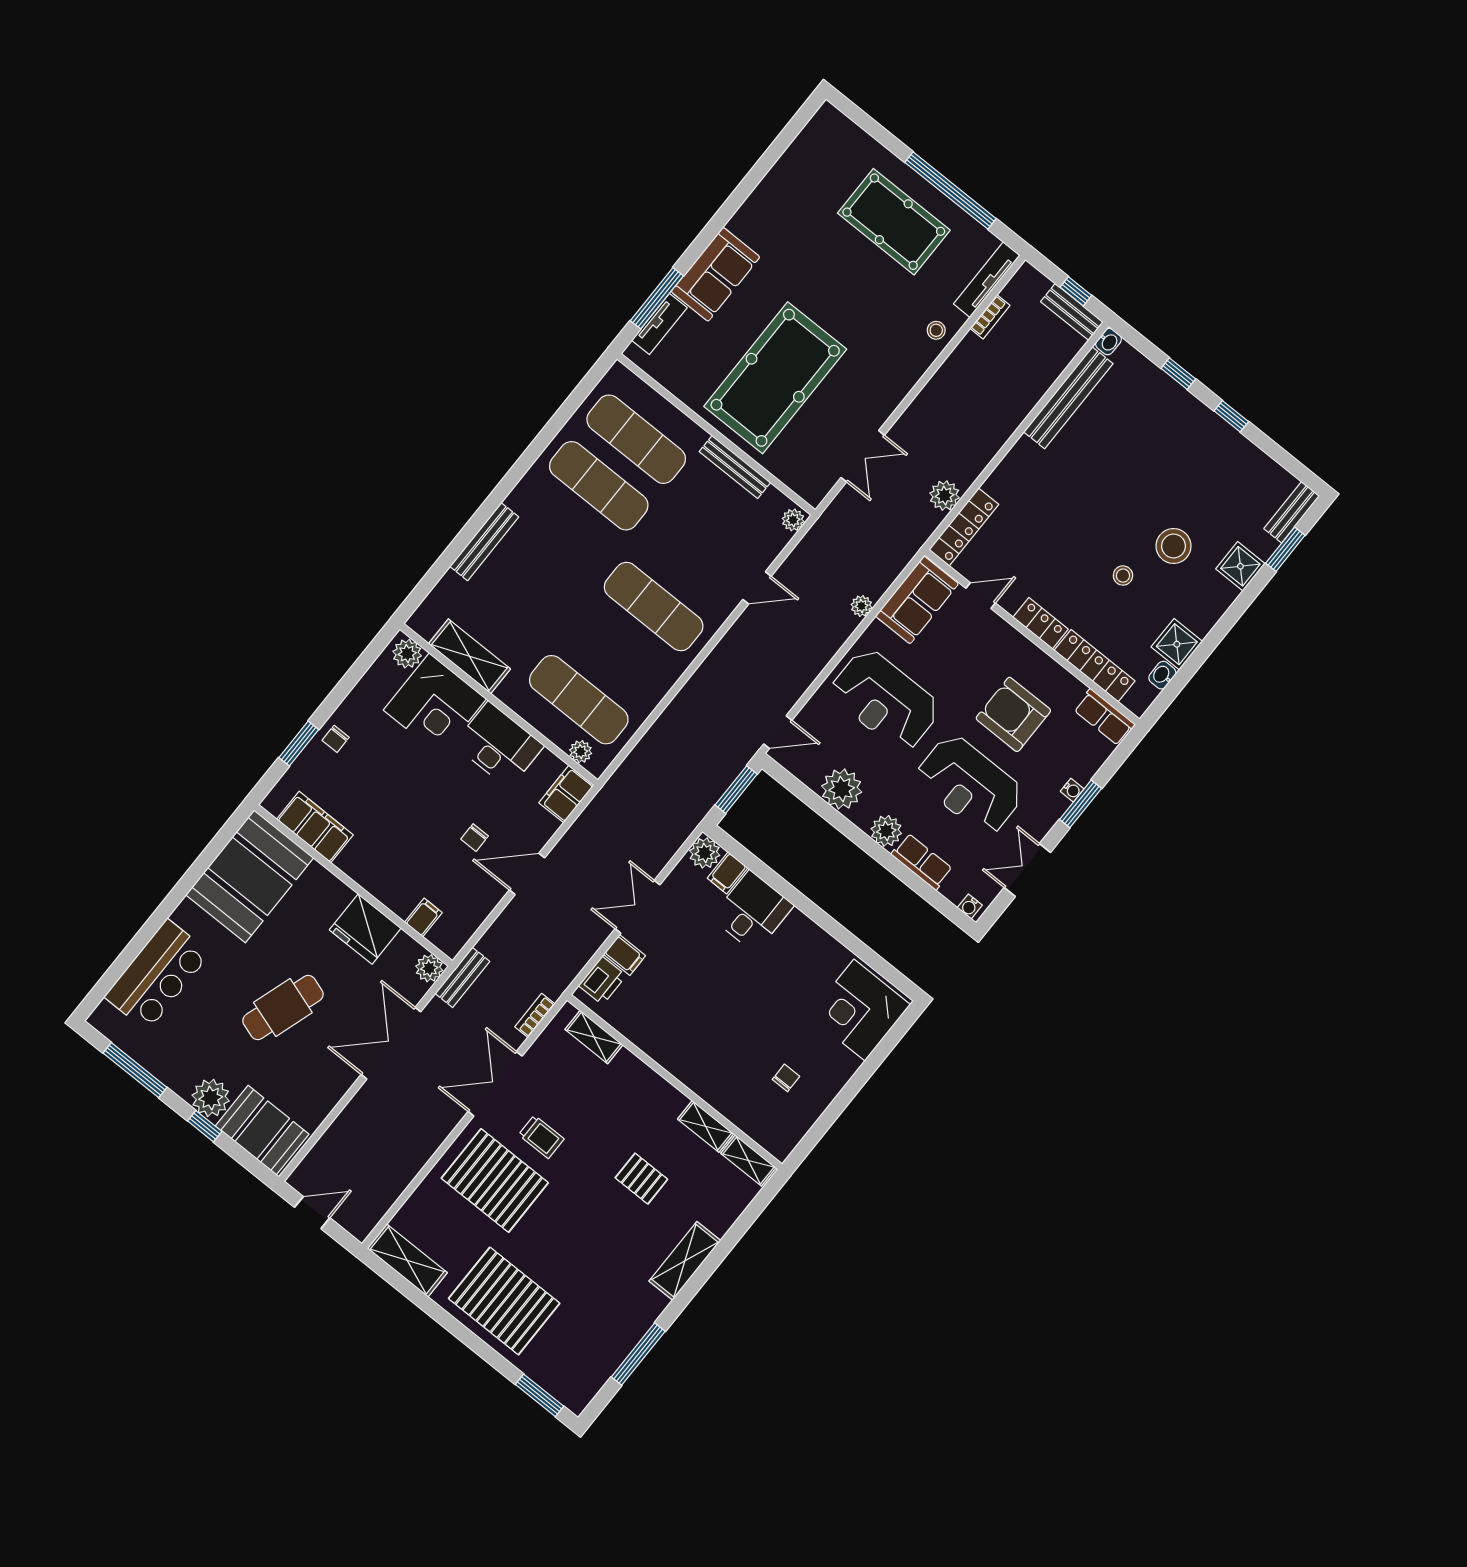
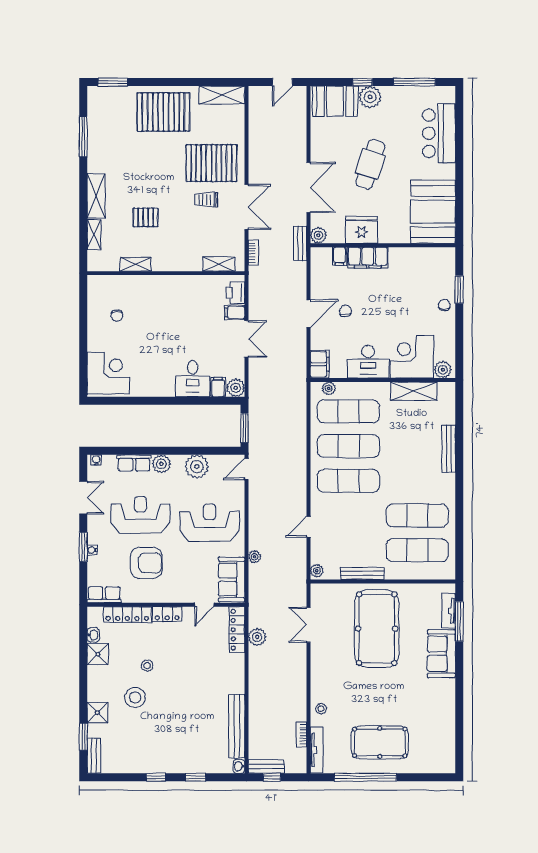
exercise mat: (616, 653) -> (348, 446), added
filing cabinet: (315, 827) -> (368, 258), moved
shelving: (748, 1161) -> (94, 235), moved, turned 90

